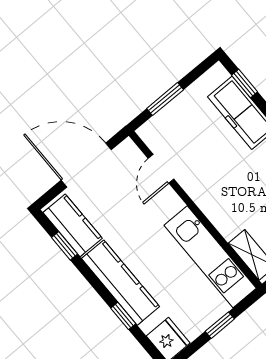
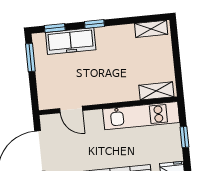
window: (165, 99) -> (30, 58), moved

